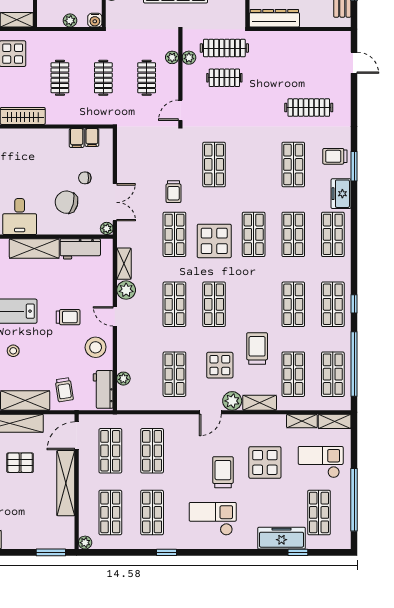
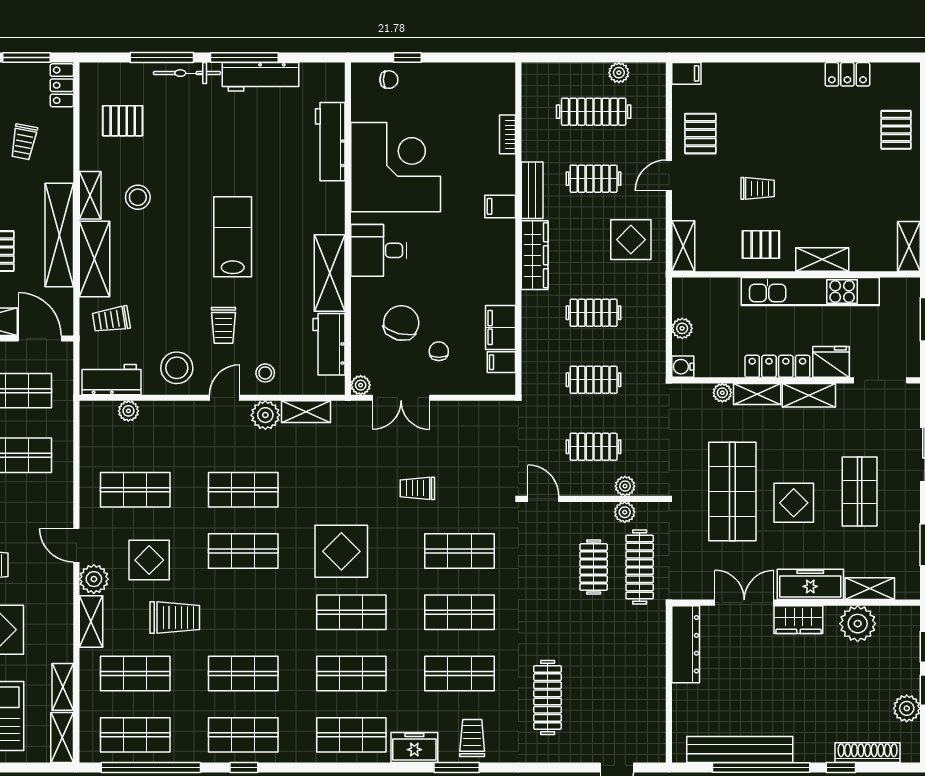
filing cabinet: (77, 138) -> (501, 327), width x2.00
shop shelf: (174, 234) -> (459, 612), moved
stool: (13, 351) -> (265, 373), moved

